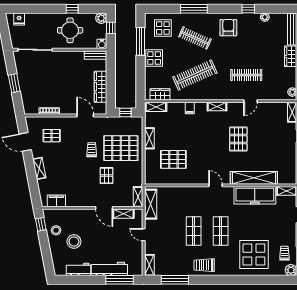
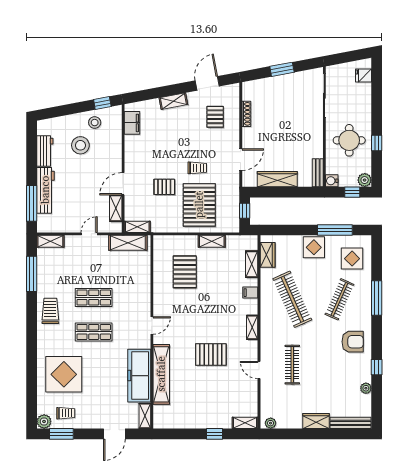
shelving: (156, 107) -> (252, 264), moved

